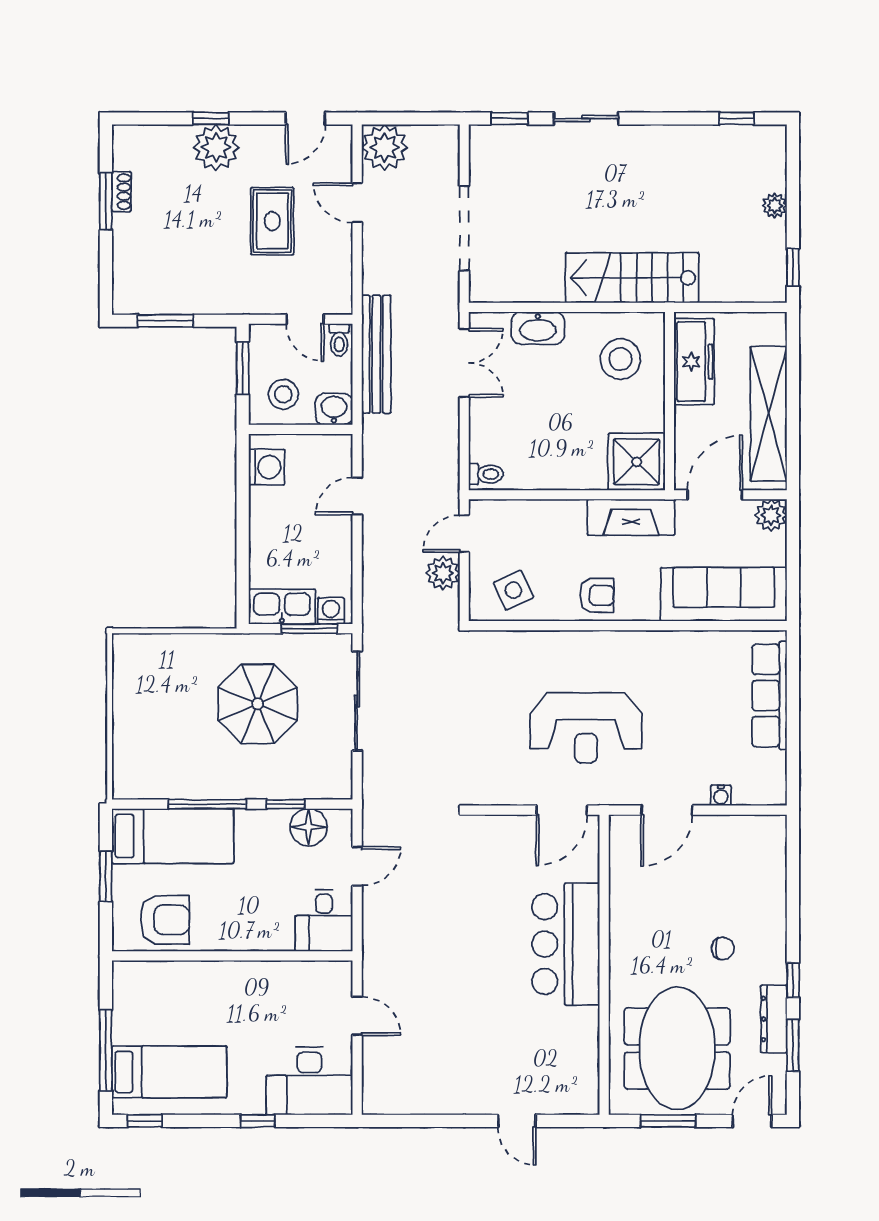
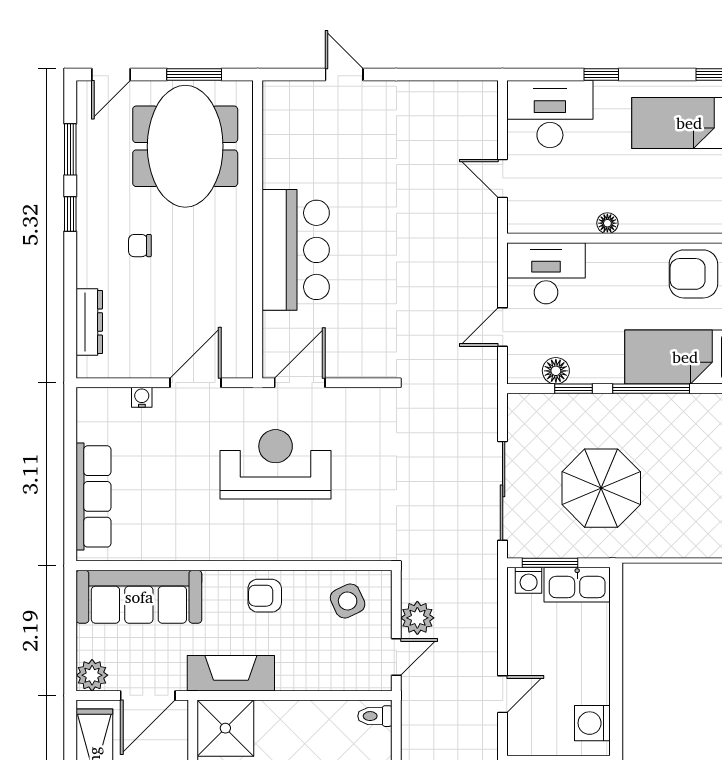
floor lamp: (308, 827) -> (556, 371), width x0.73, depth x0.73
desk: (324, 920) -> (546, 273), width x1.37
floor lamp: (251, 971) -> (607, 223), added
dresser: (774, 1019) -> (89, 322), moved

